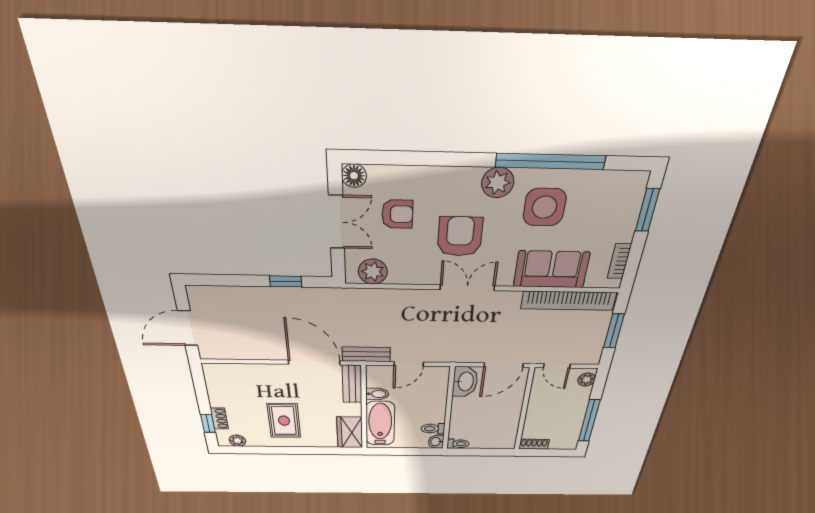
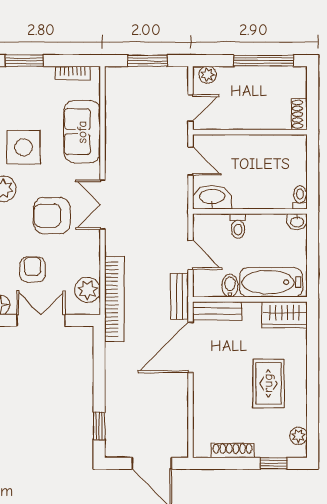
window: (286, 281) -> (99, 426), moved
bookcase: (568, 301) -> (114, 299), moved
door: (504, 365) -> (190, 161), width x0.73
shoe rack: (219, 419) -> (233, 450), moved, width x1.43
rug: (284, 421) -> (268, 383), turned 90
toilet: (433, 429) -> (238, 226), moved

